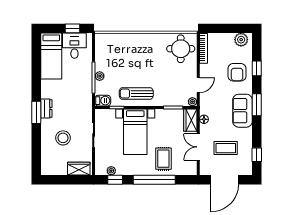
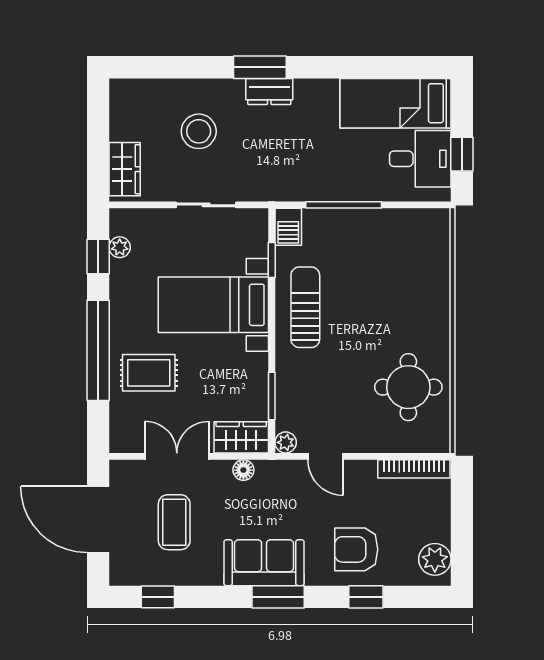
round table: (181, 49) -> (408, 387), moved
plant: (100, 76) -> (347, 219), removed

